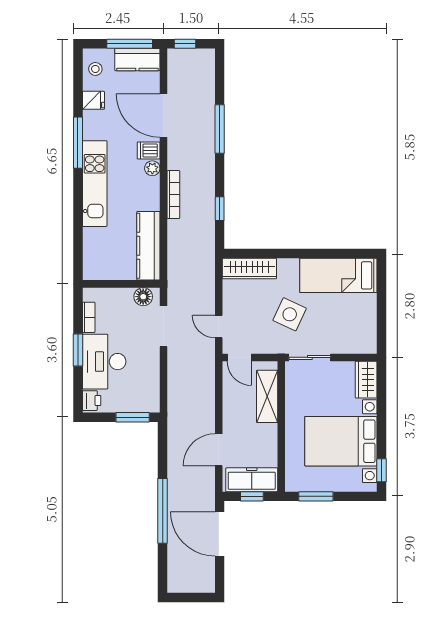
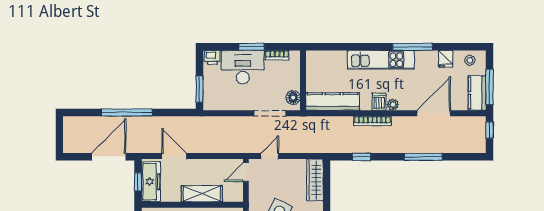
dishwasher: (149, 151) -> (379, 102), moved
shelving: (267, 396) -> (202, 194), moved

